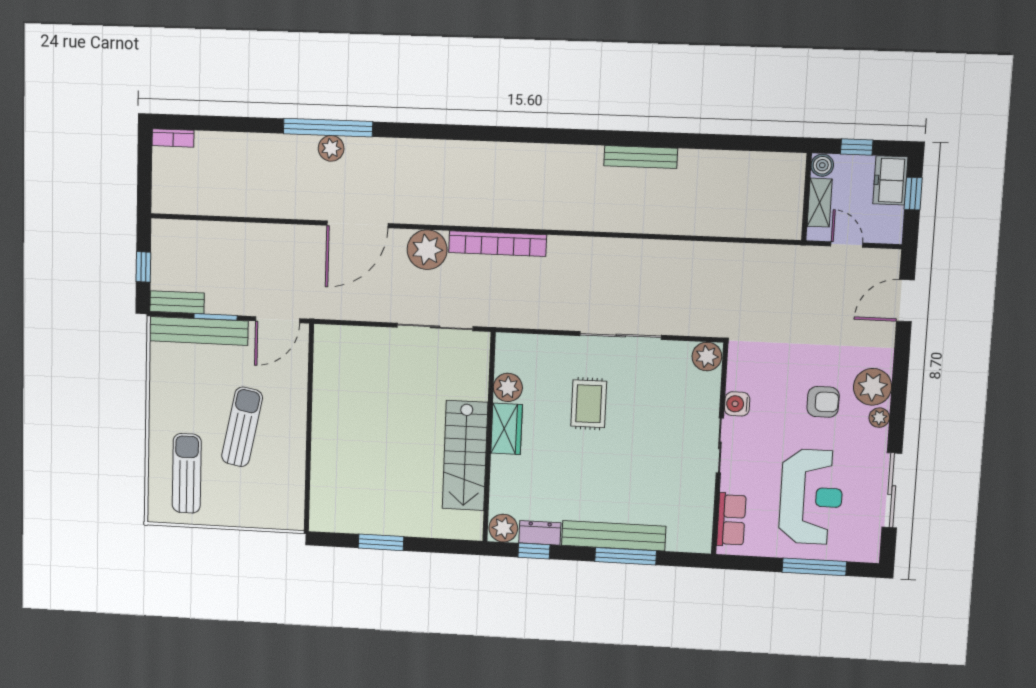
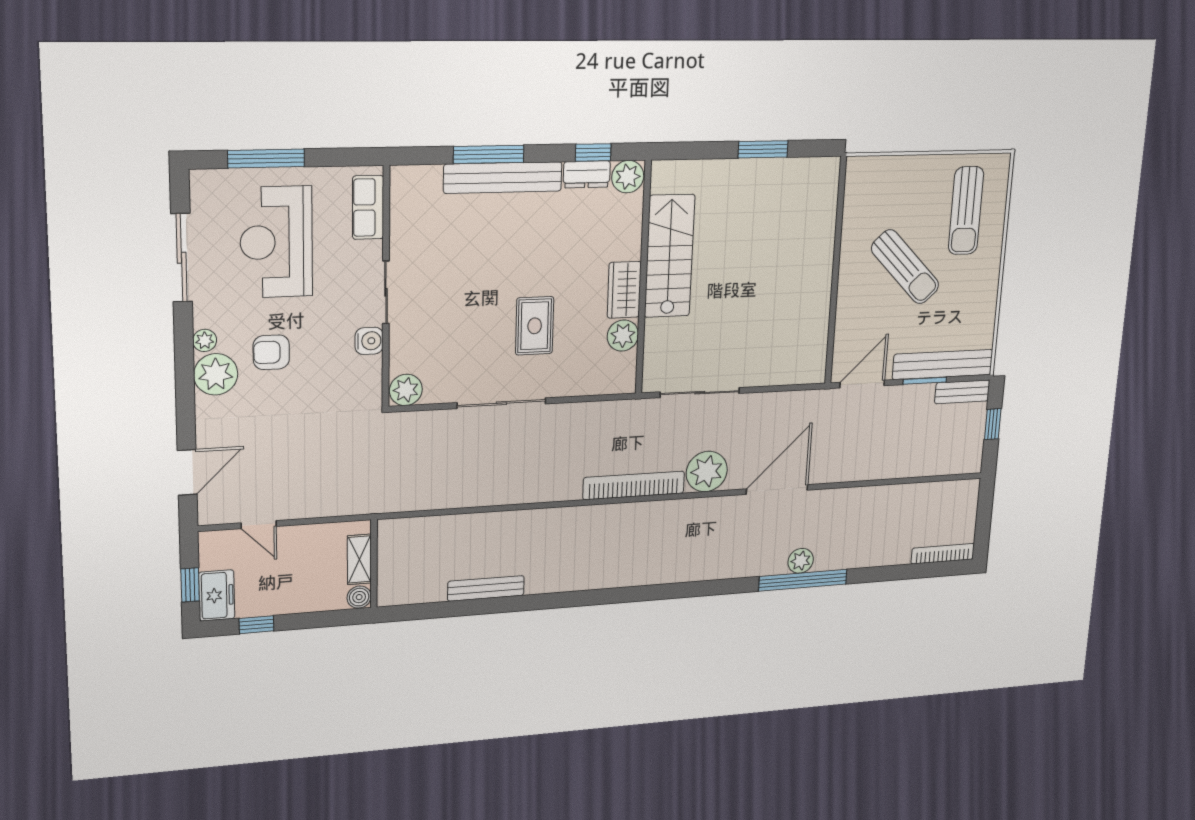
bookcase: (173, 138) -> (943, 554), width x1.56
boiler: (822, 165) -> (359, 597), moved
wall: (806, 197) -> (374, 564), moved
shelving: (820, 203) -> (359, 559), moved
sun lounger: (242, 427) -> (905, 267), turned -55

